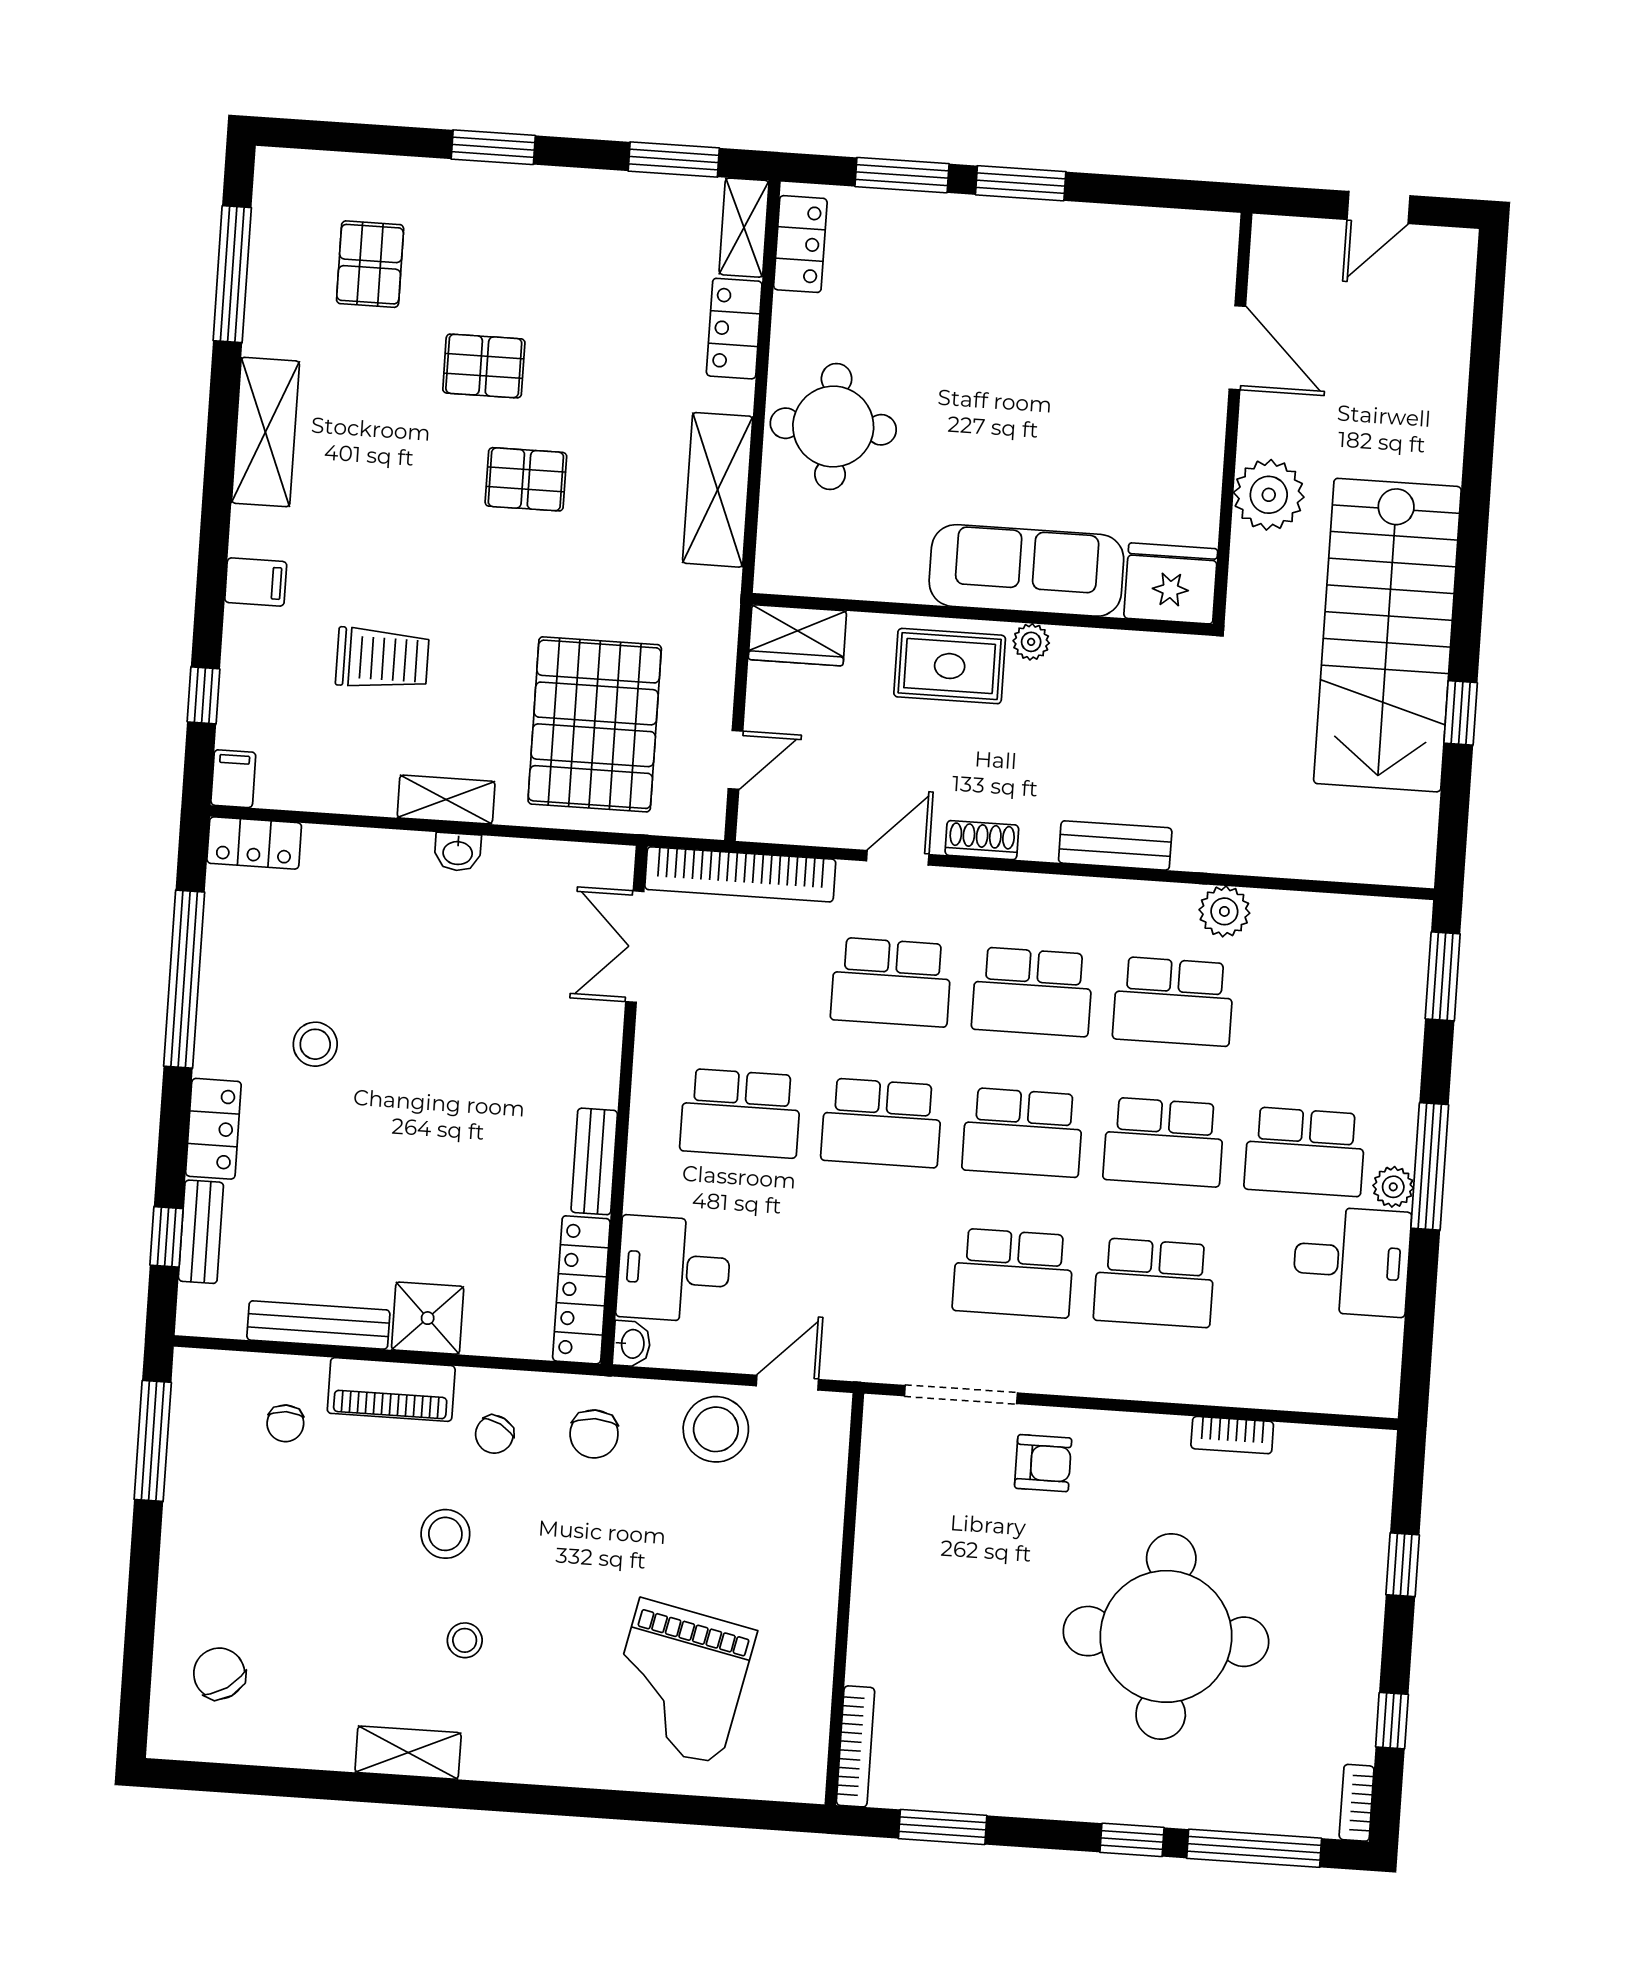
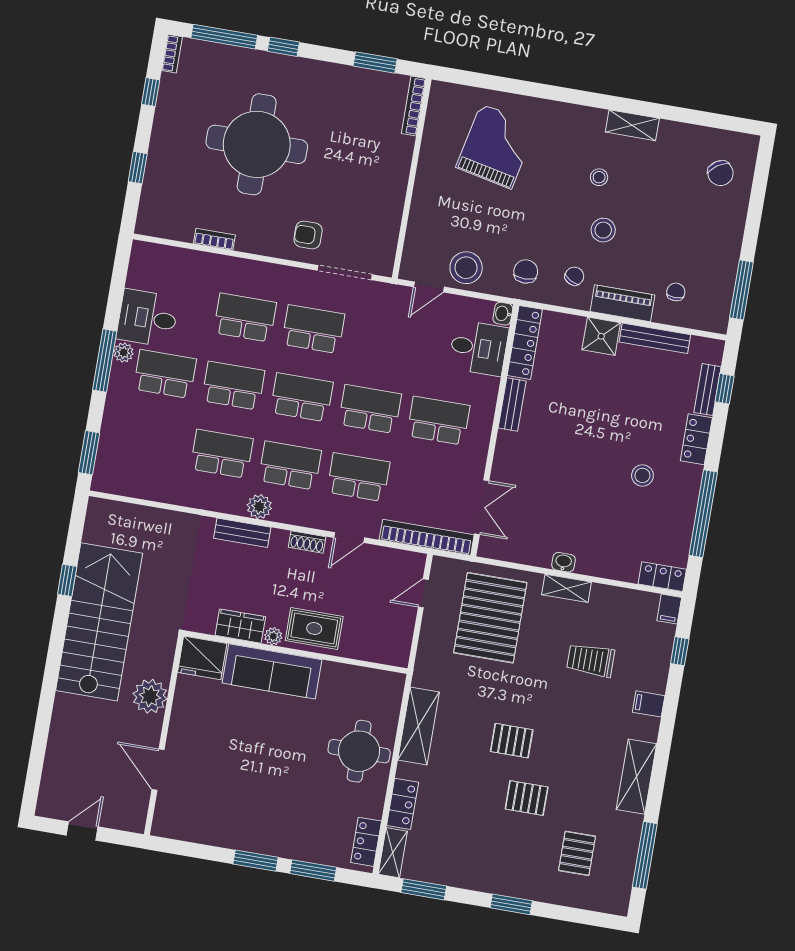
wardrobe: (797, 635) -> (240, 626), moved
plant: (1224, 911) -> (259, 507), moved

